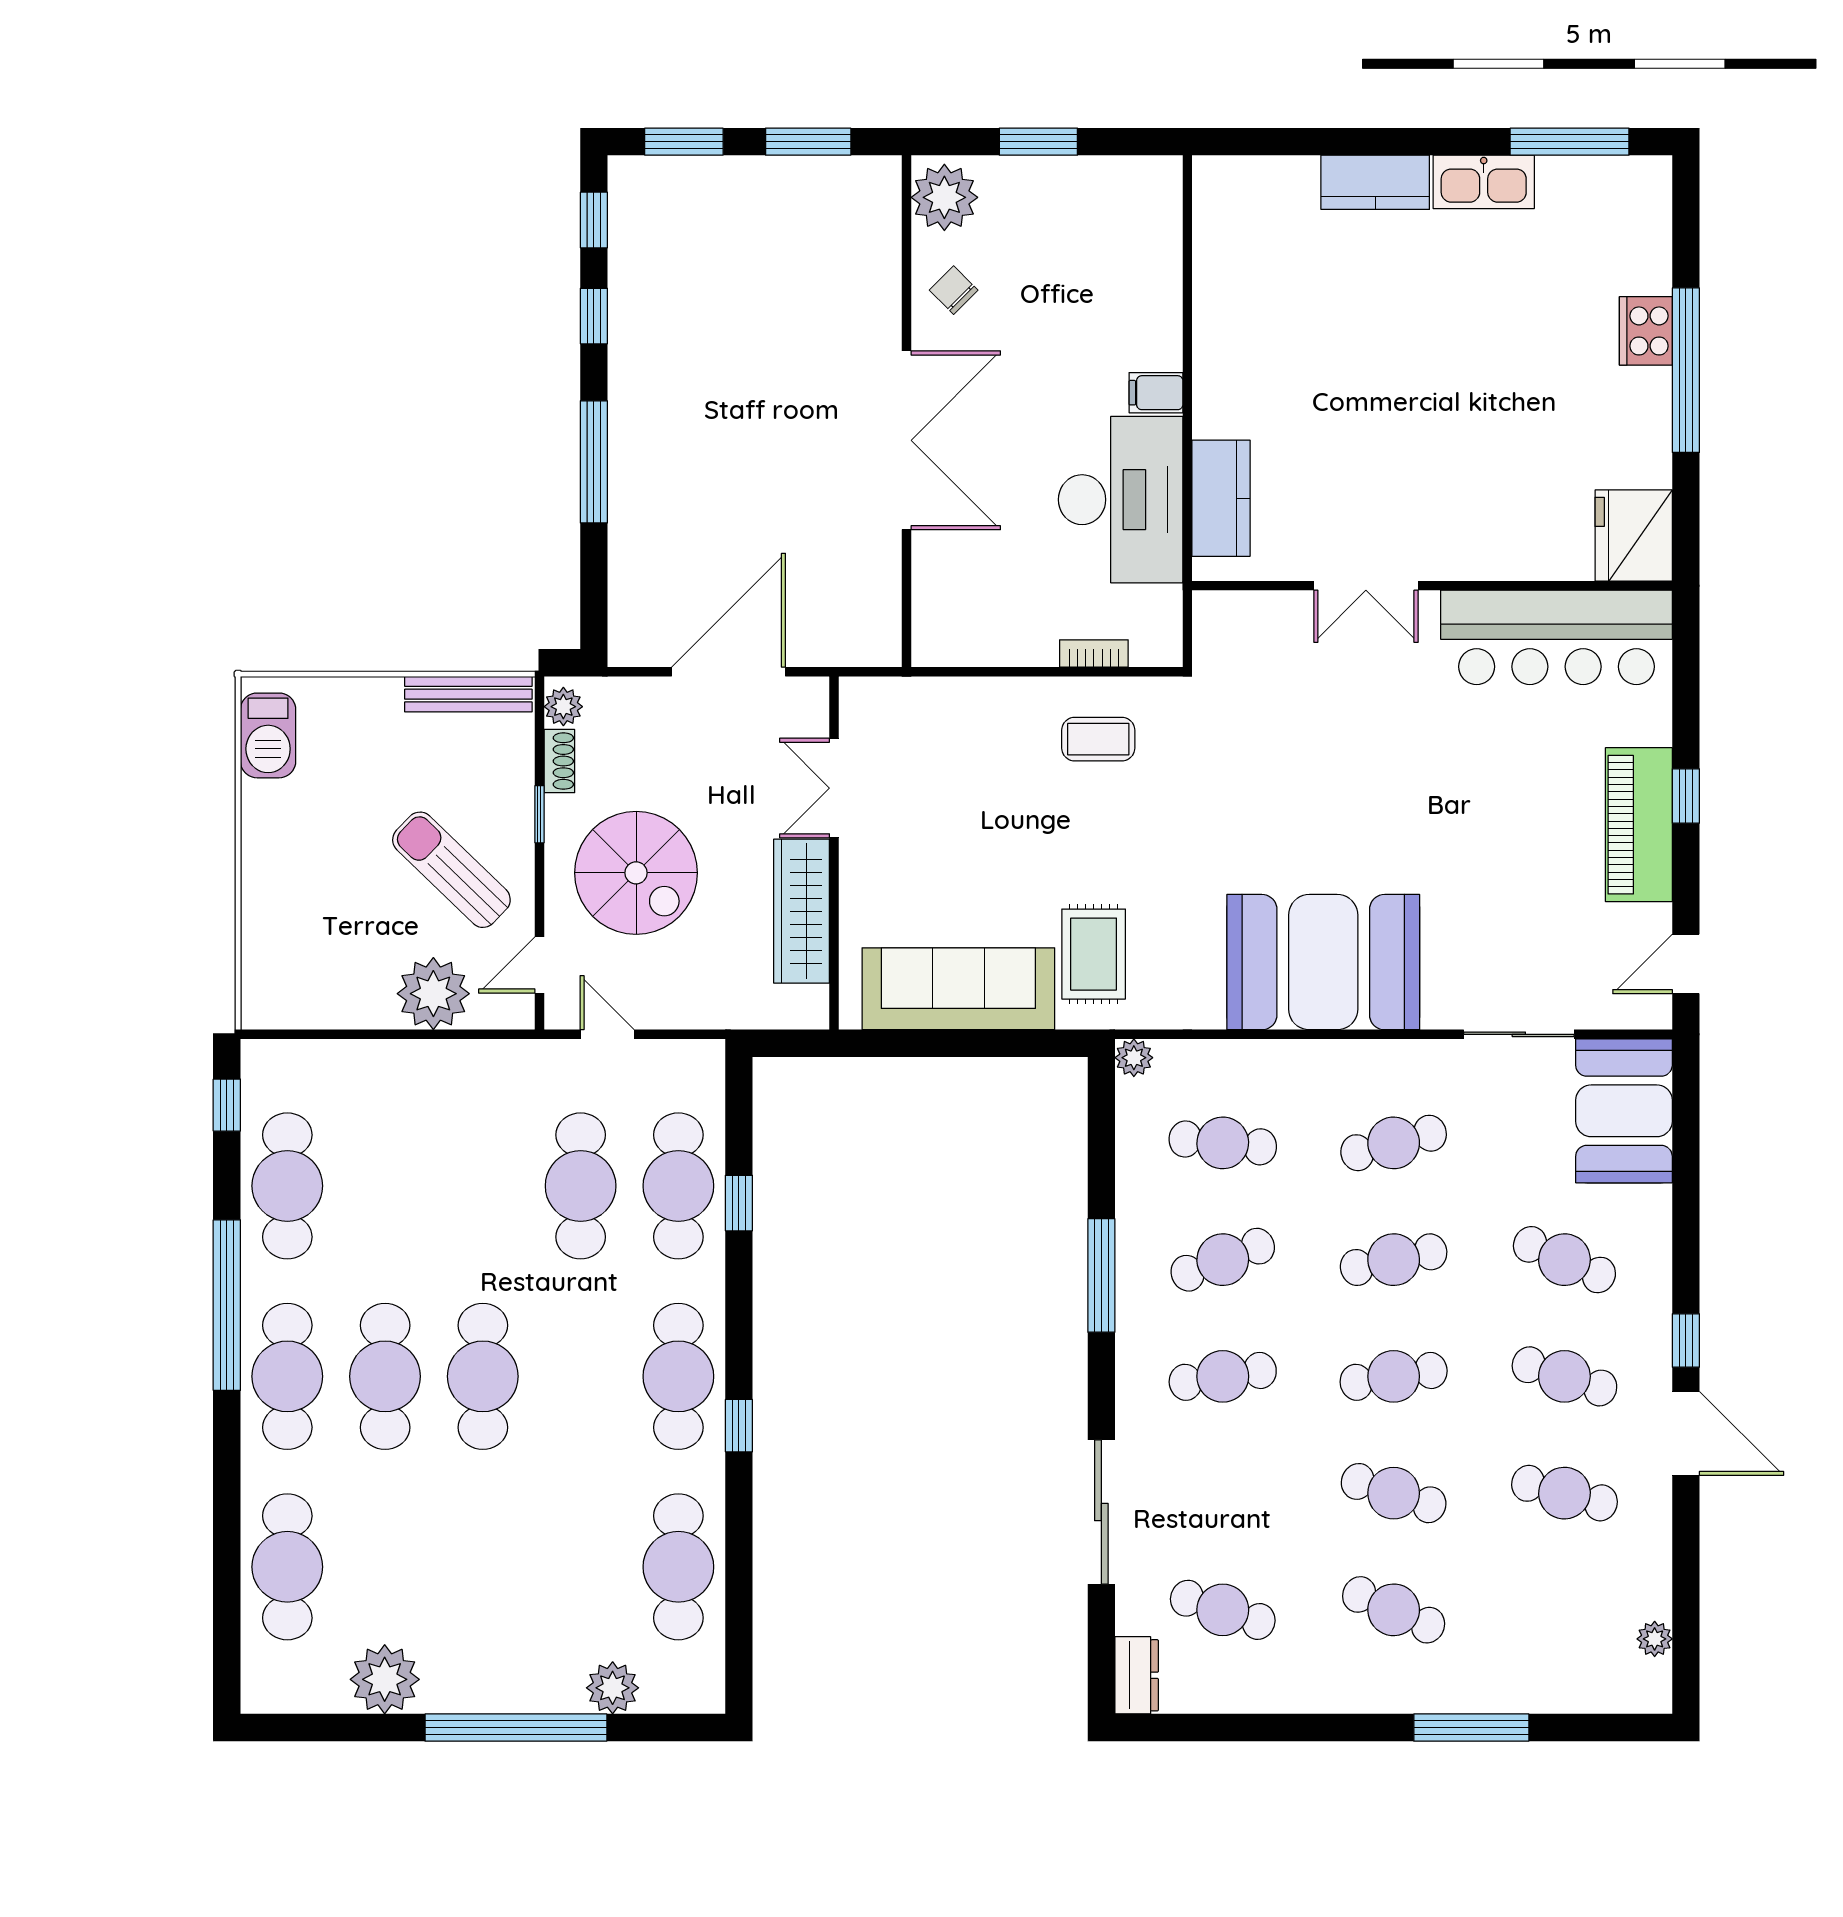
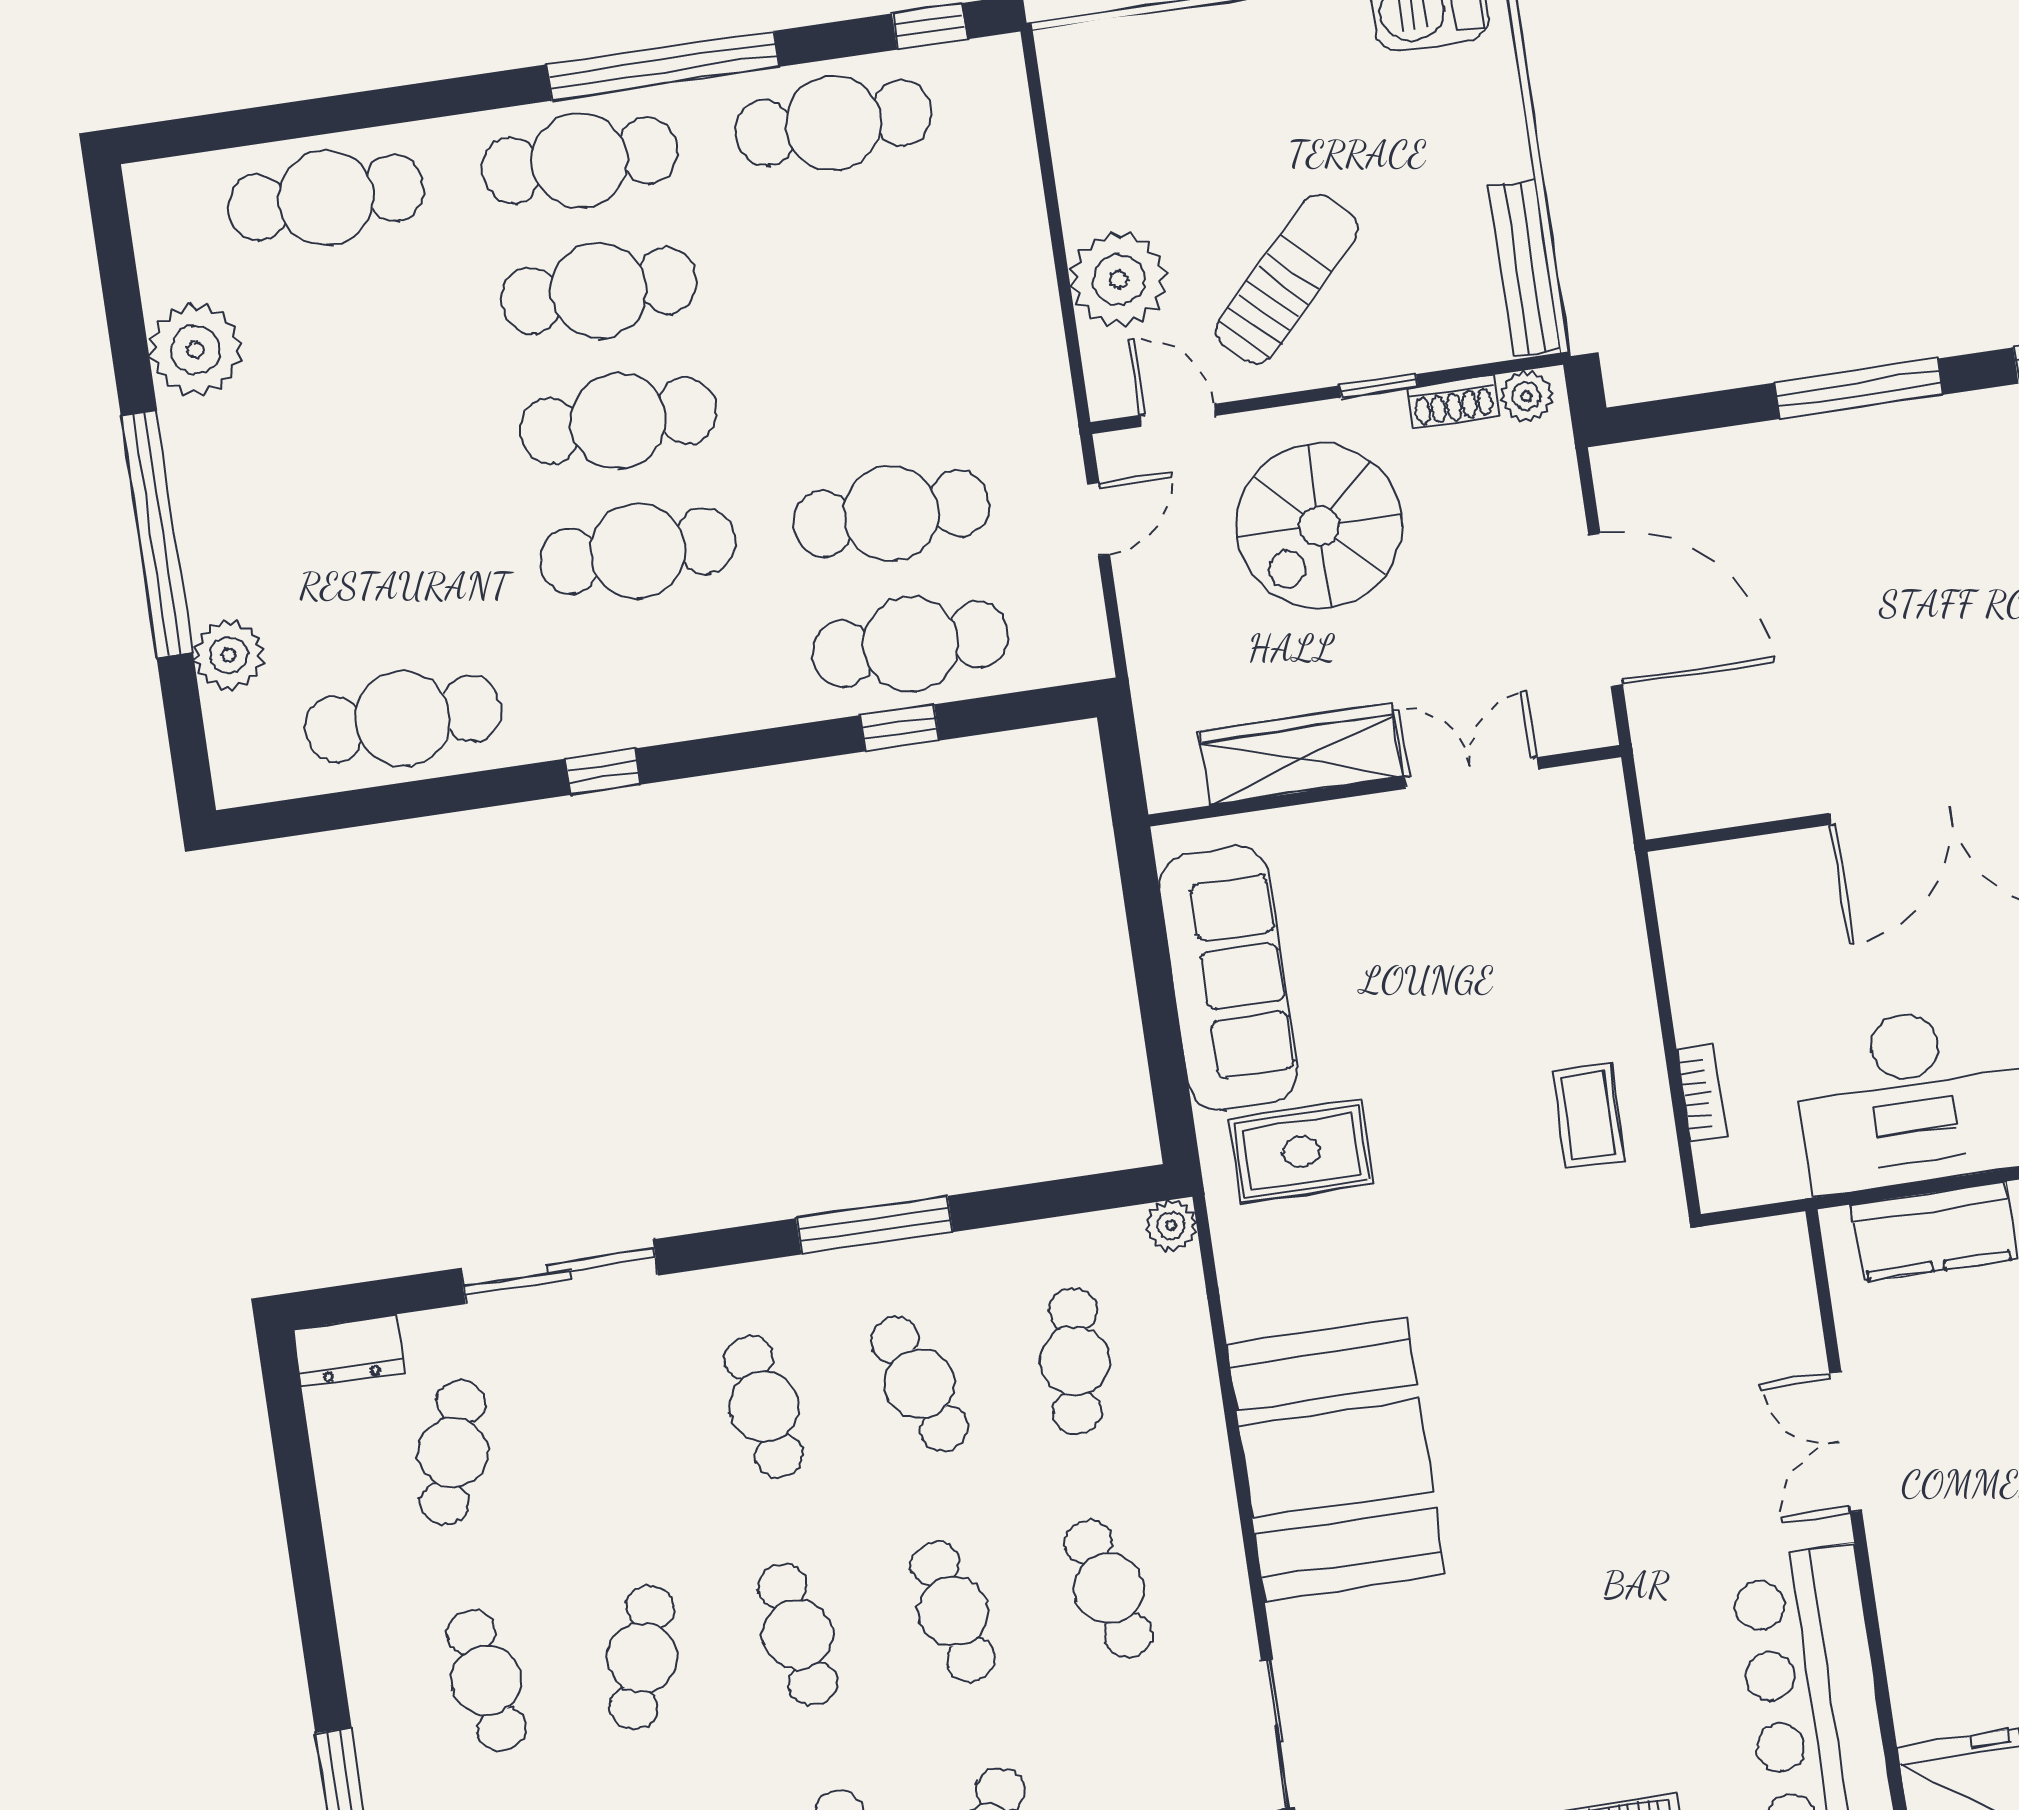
cafe table: (678, 1376) -> (637, 551), moved
cafe table: (1394, 1610) -> (486, 1680), turned -33

